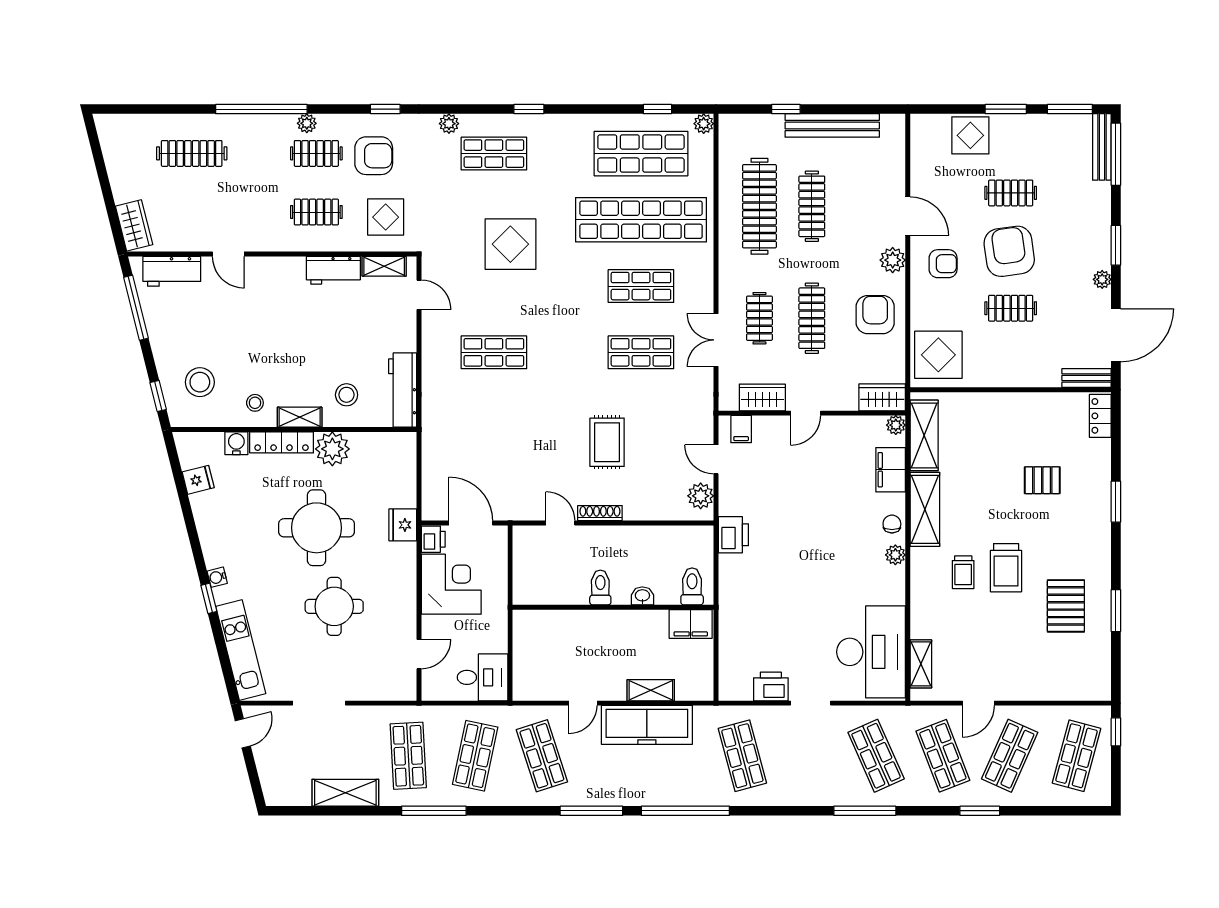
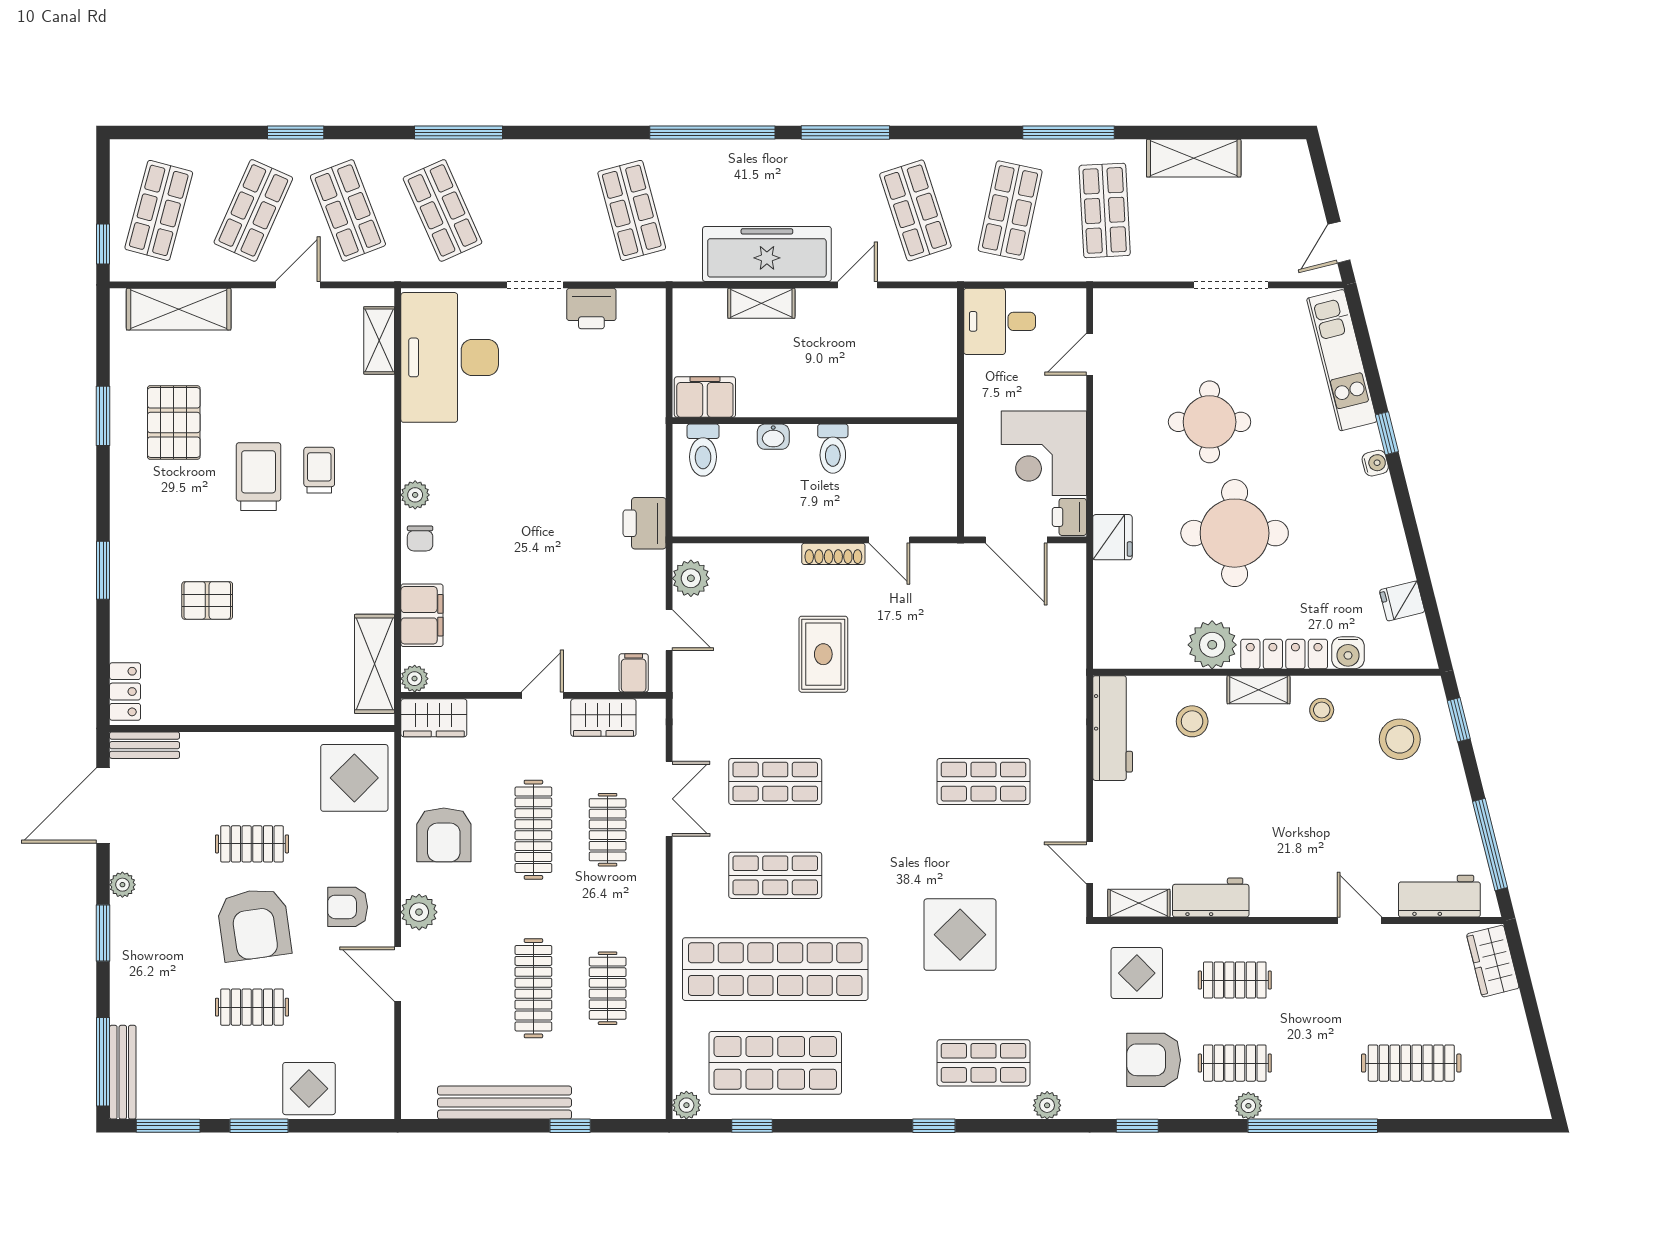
clothes rail: (759, 206) -> (608, 988), width x0.54, depth x0.76
shelving: (925, 509) -> (179, 309), moved, turned 90

